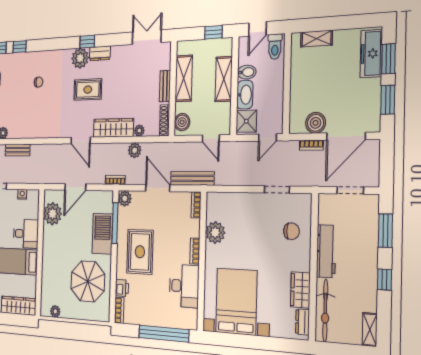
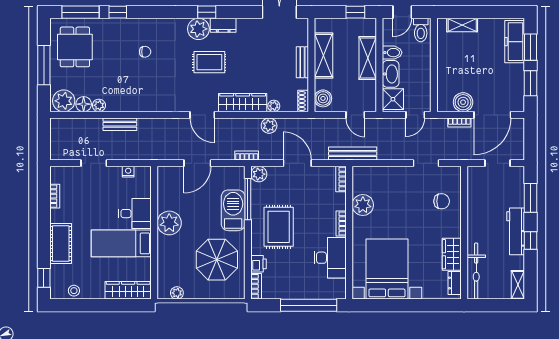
shoe rack: (165, 120) -> (303, 101), width x0.70
bench: (192, 178) -> (353, 153), moved
plant: (52, 214) -> (169, 223), moved
workbench: (326, 251) -> (516, 231), moved, turned 180

